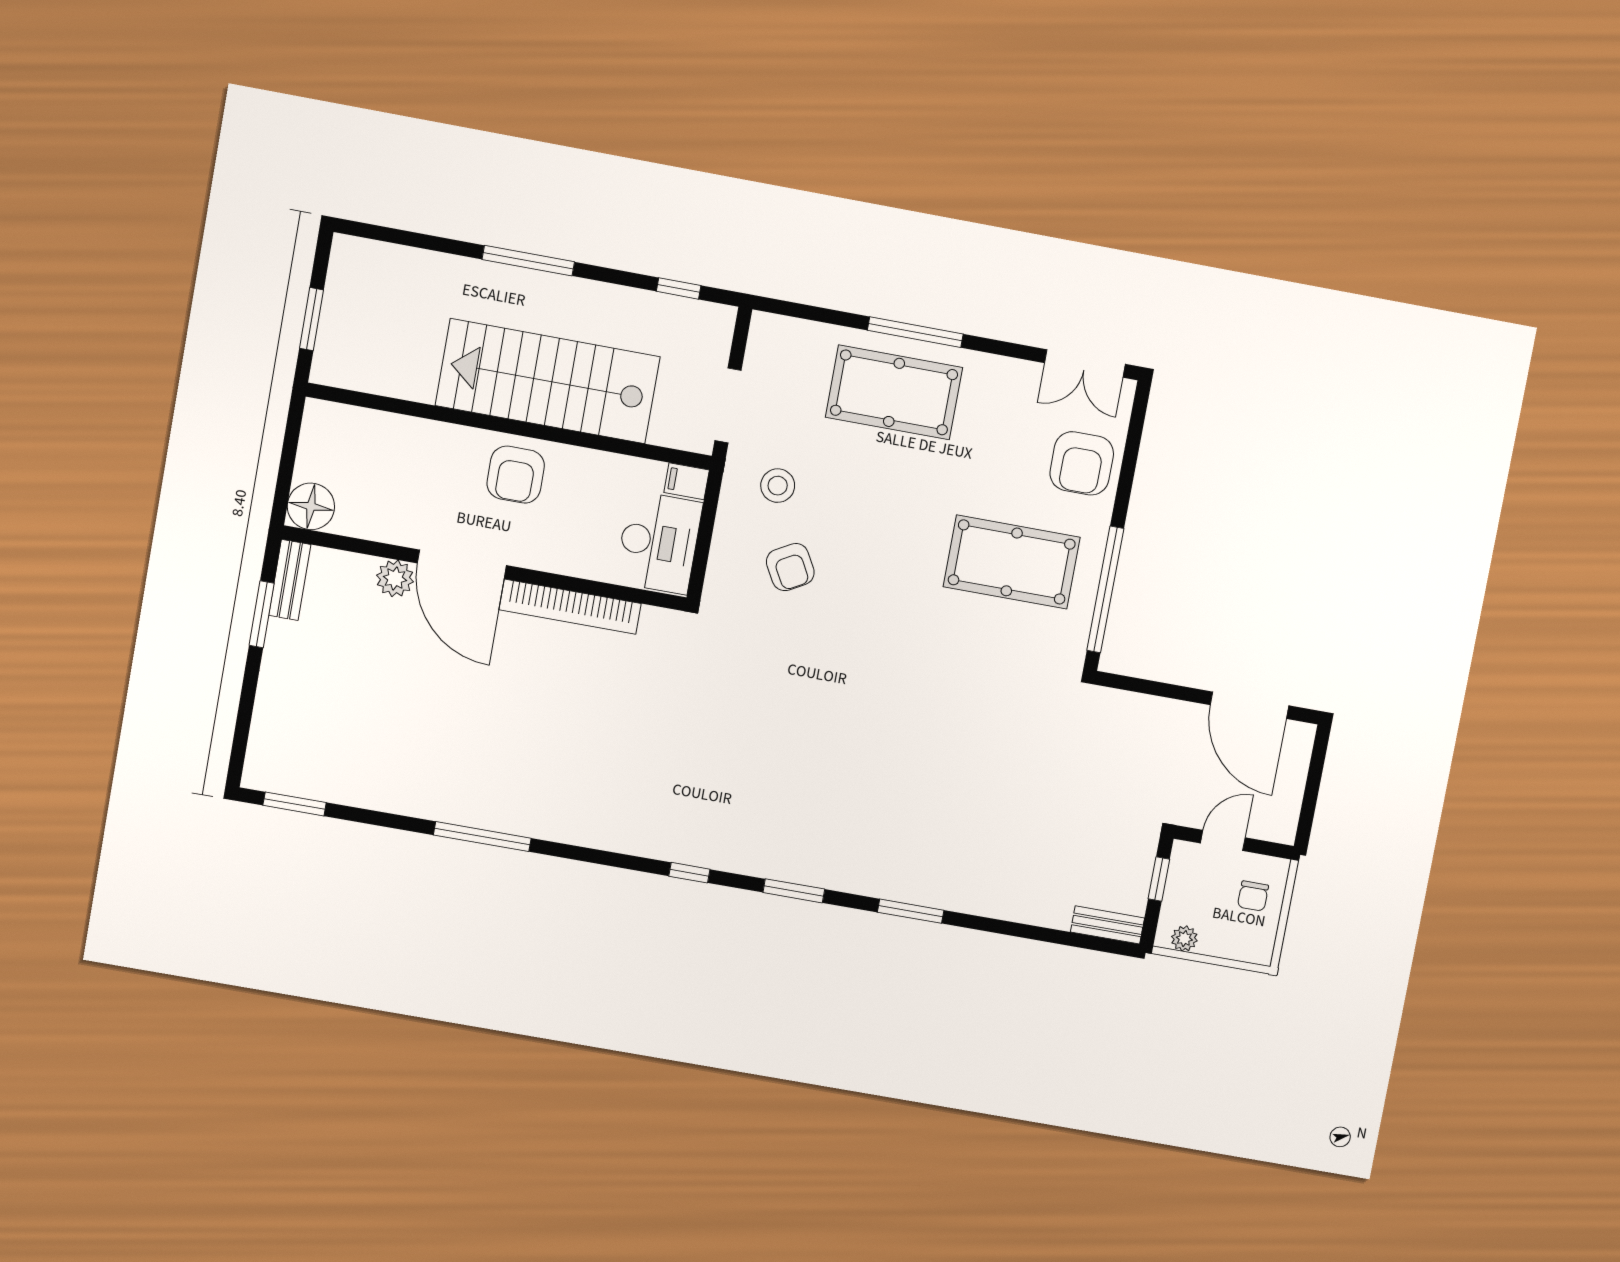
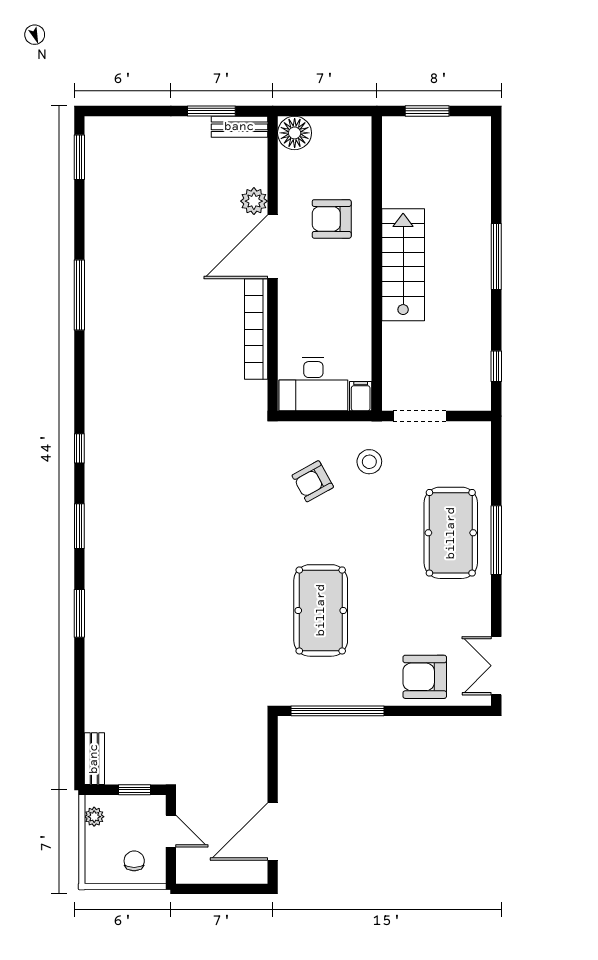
stairs: (548, 381) -> (403, 265), width x0.73, depth x0.66
armchair: (516, 475) -> (332, 219), moved
pool table: (1012, 562) -> (321, 610), moved
chair: (1253, 896) -> (134, 861), turned 90

